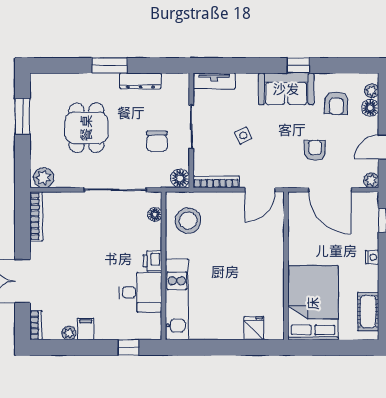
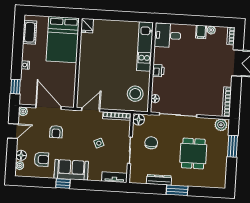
armchair: (336, 103) -> (41, 159), turned 87
window: (23, 116) -> (232, 146), moved
desk: (140, 292) -> (168, 35), moved
fridge: (254, 328) -> (87, 26), moved
window: (128, 347) -> (176, 19), removed

